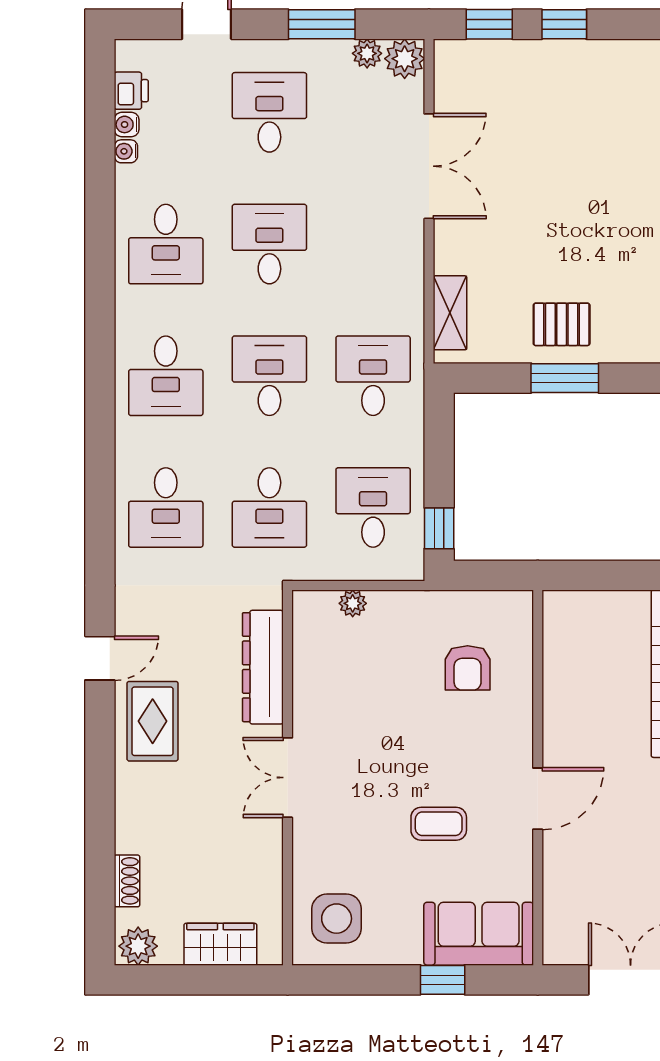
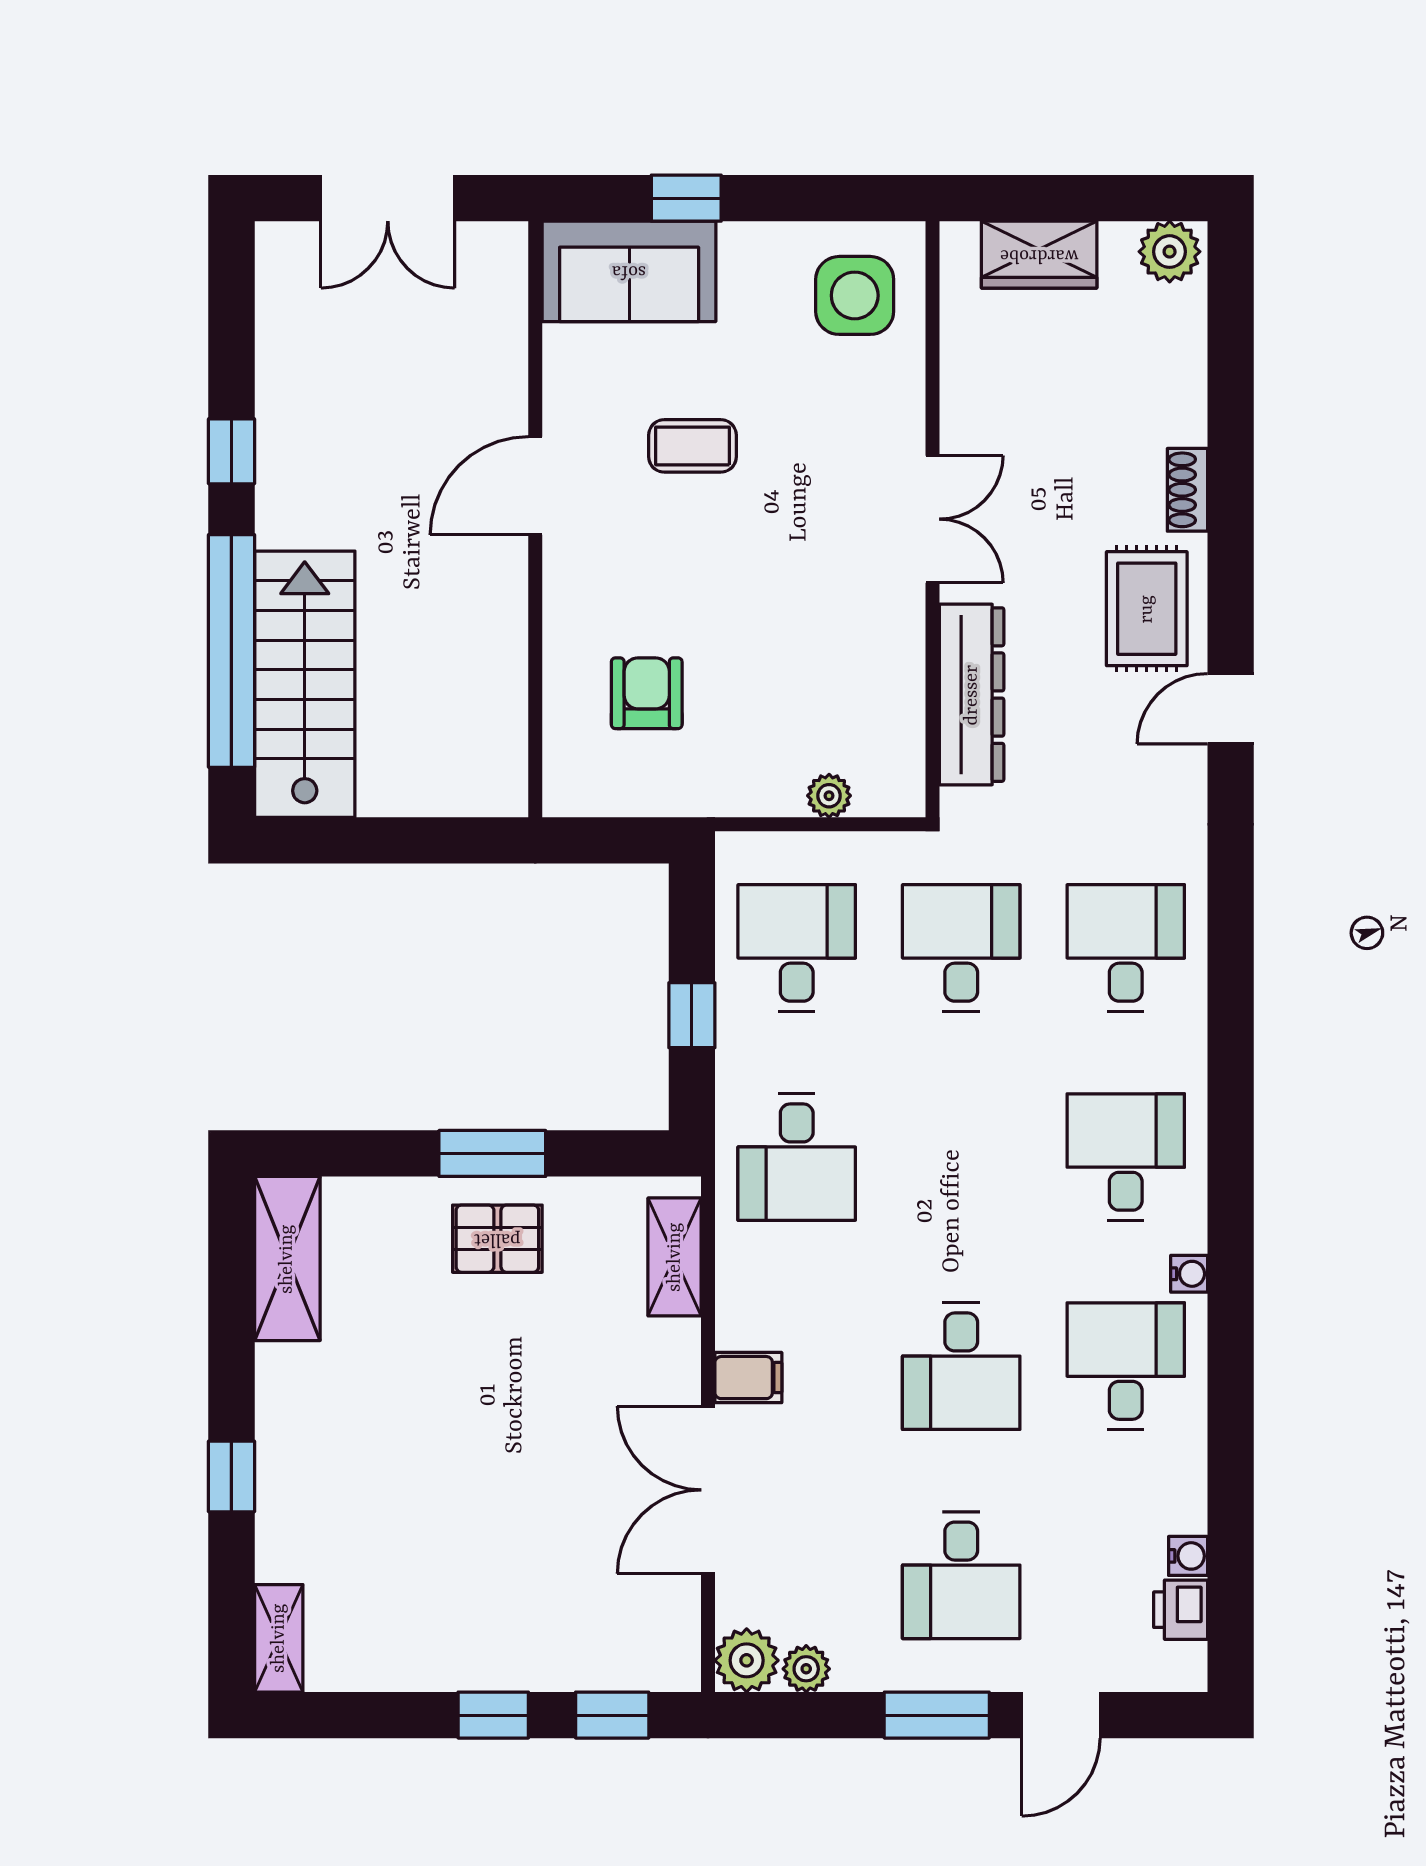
window: (322, 24) -> (937, 1715), moved
water cooler: (126, 151) -> (1189, 1274), moved
filing cabinet: (403, 237) -> (748, 1378), added
desk: (269, 376) -> (961, 1157), removed
desk: (373, 507) -> (797, 948), turned 180
window: (439, 528) -> (692, 1015), moved
shoe rack: (127, 881) -> (1187, 490), moved

